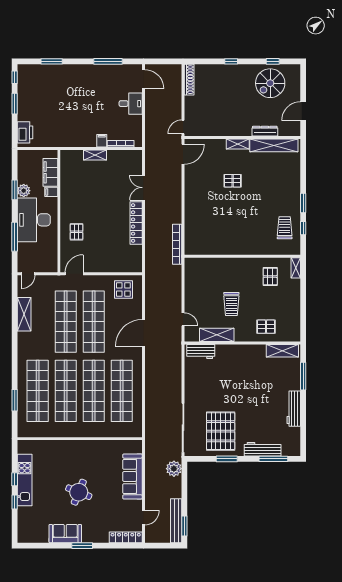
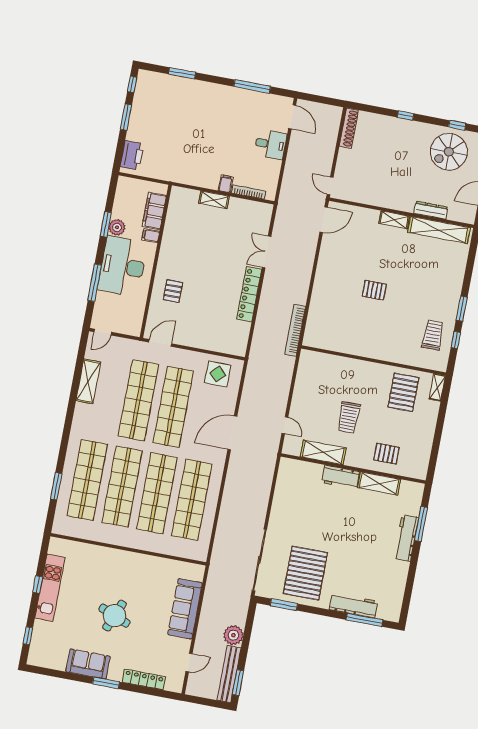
door: (183, 127) -> (330, 186), hinge flipped
pallet: (233, 181) -> (374, 290), moved
pallet: (270, 277) -> (403, 392), width x1.50, depth x1.42
shelving: (282, 351) -> (379, 483), moved
workbench: (201, 352) -> (341, 477), moved
workbench: (294, 409) -> (406, 538), moved
window: (227, 459) -> (284, 605), moved
plant: (174, 469) -> (233, 635), moved
window: (15, 502) -> (28, 636), moved
locker: (126, 537) -> (144, 679), moved

